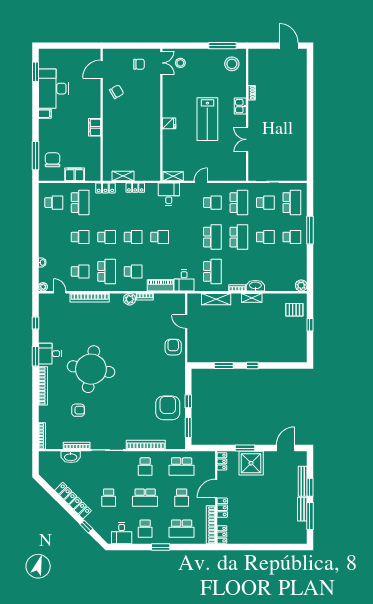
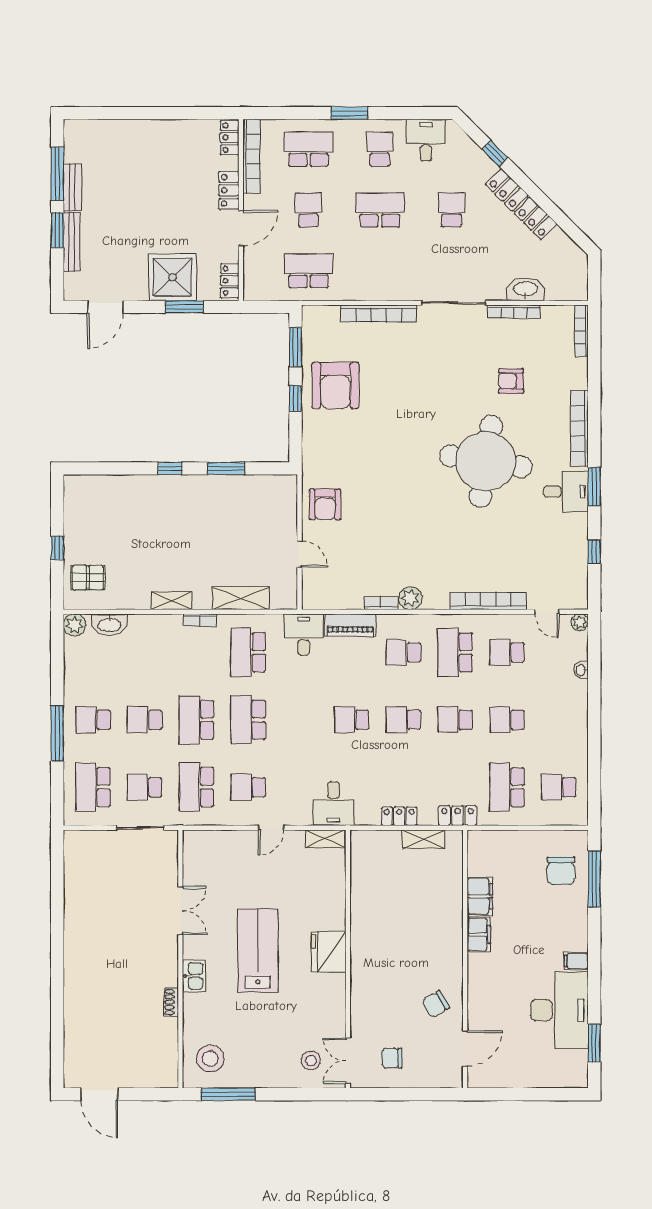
fridge: (169, 123) -> (329, 952), width x1.88, depth x1.34
filing cabinet: (75, 174) -> (480, 896), moved, turned -90
washbasin: (255, 286) -> (109, 625), moved
school desk: (145, 467) -> (380, 271), removed

